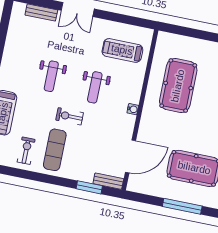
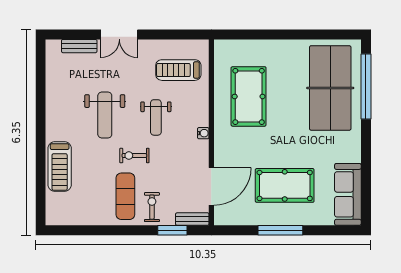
weight bench: (51, 76) -> (105, 115), width x1.36, depth x1.33
exercise bike: (26, 151) -> (152, 207), moved

